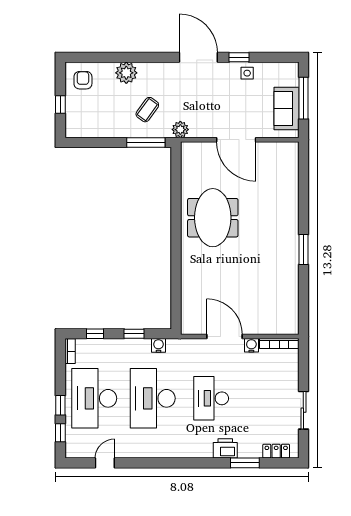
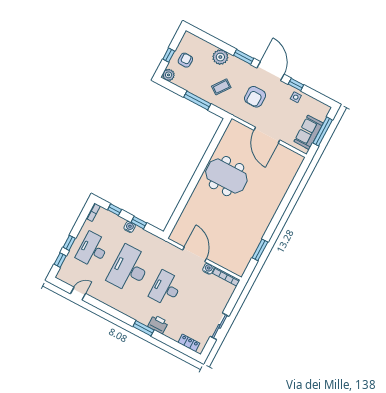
window: (155, 57) -> (244, 57), added
armchair: (83, 80) -> (185, 60), moved
armchair: (196, 100) -> (255, 97), added
plant: (180, 130) -> (169, 75), moved
window: (146, 143) -> (197, 101), moved
meeting table: (213, 218) -> (226, 176), turned 90
window: (303, 250) -> (260, 250), moved
water cooler: (158, 345) -> (130, 227), moved
desk: (94, 398) -> (93, 250), width x0.73, depth x0.77
window: (245, 463) -> (143, 328), moved

